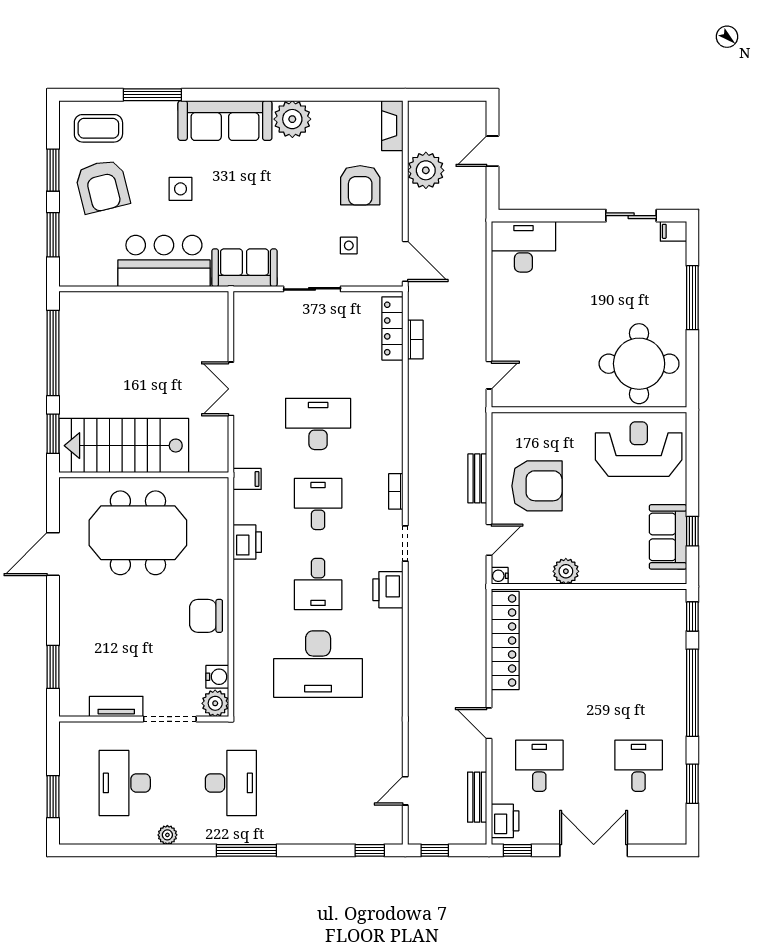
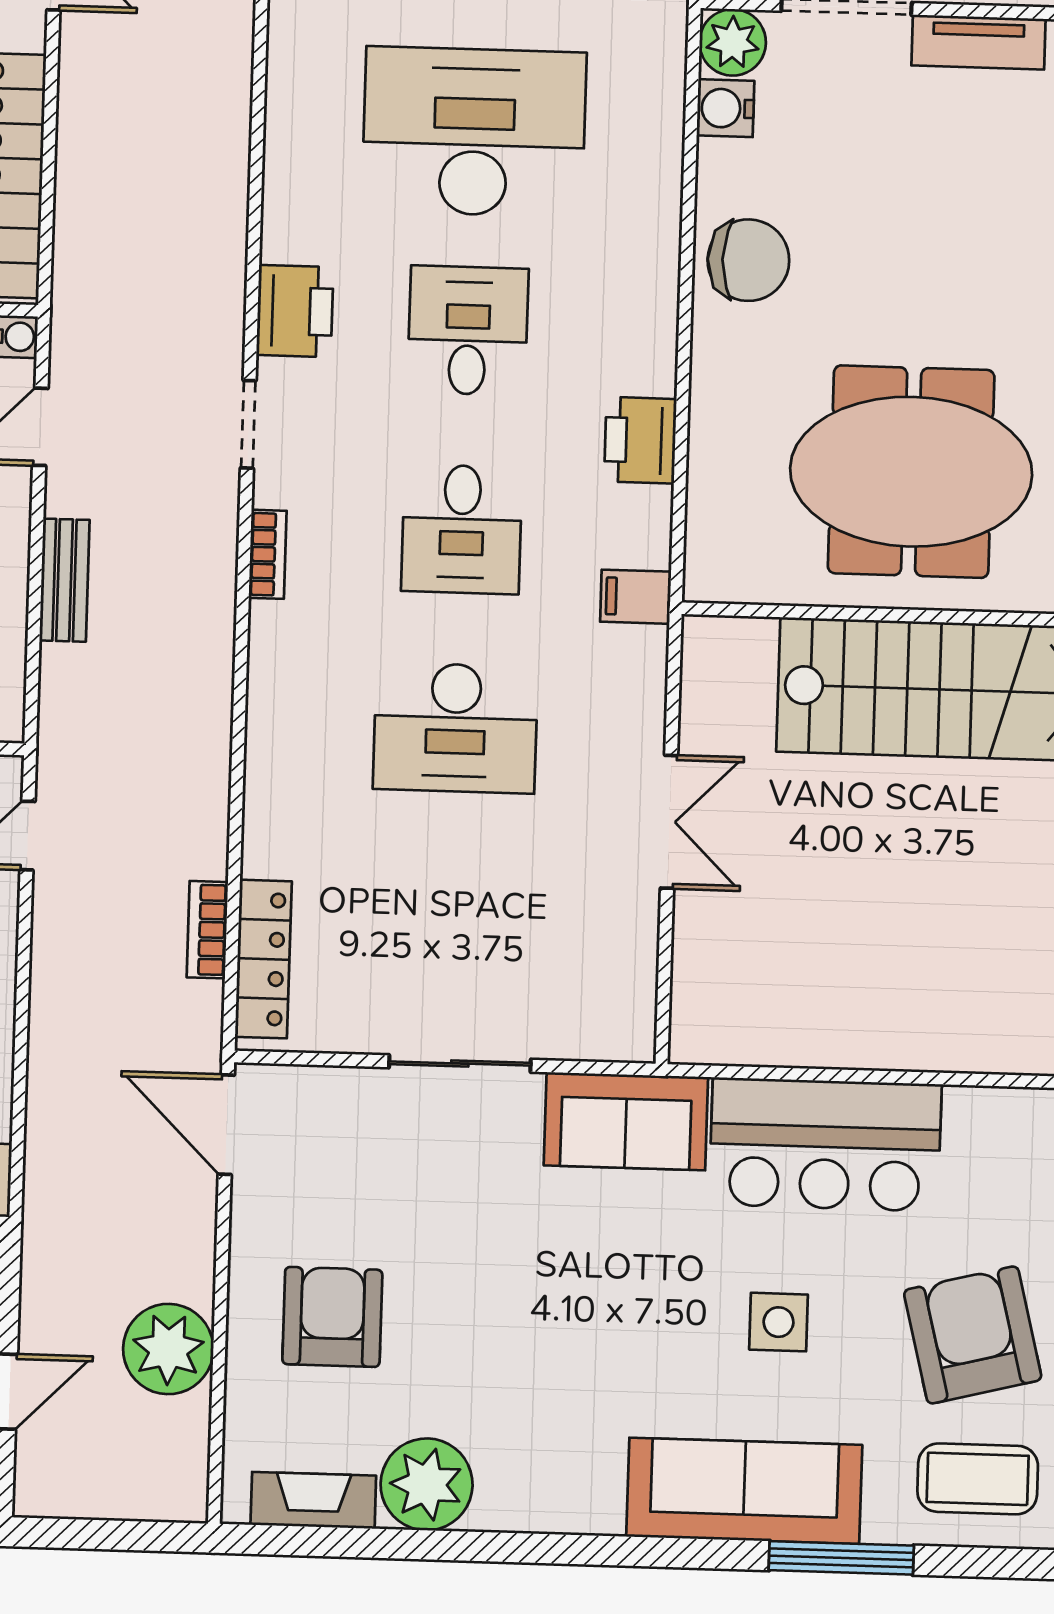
plant: (292, 119) -> (427, 1484), moved
sofa: (225, 121) -> (744, 1491), moved
fireplace: (392, 126) -> (313, 1500), moved, turned -90
side table: (349, 245) -> (365, 1168), removed

